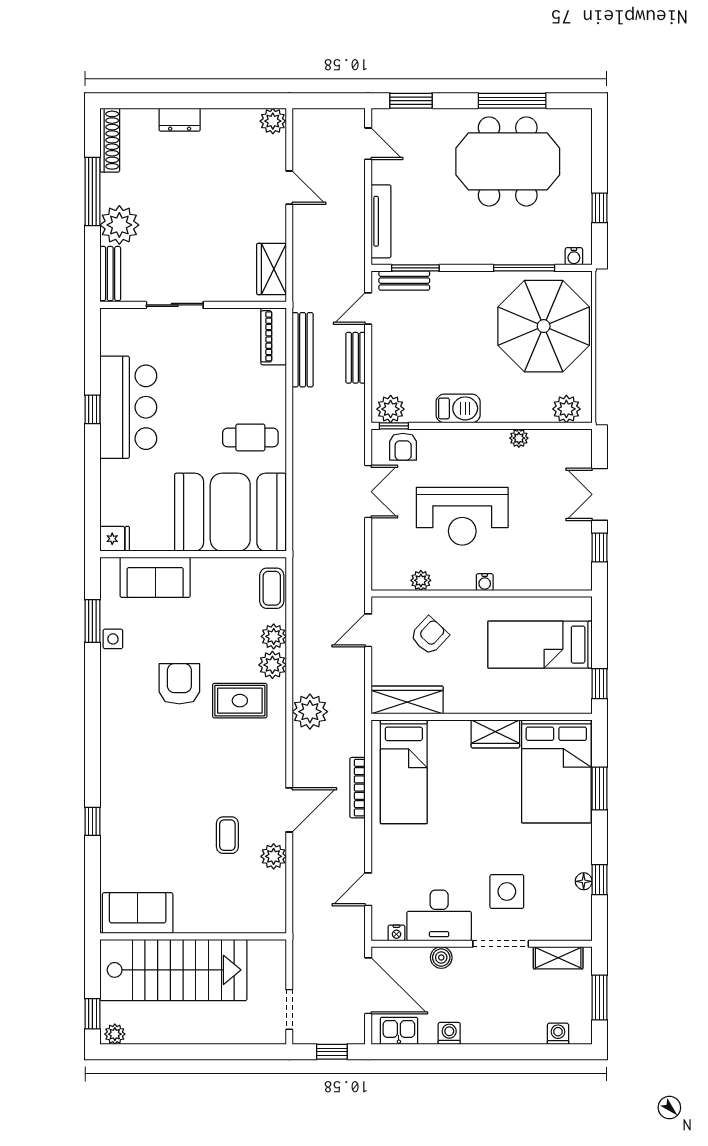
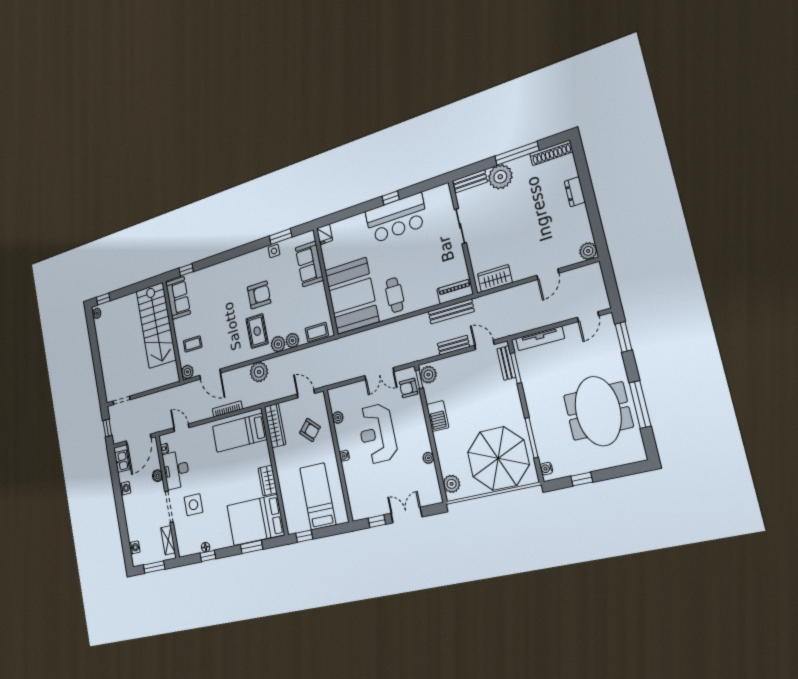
sofa: (138, 913) -> (178, 298), moved
wall: (193, 936) -> (173, 331), moved
stairs: (173, 970) -> (156, 325), moved

